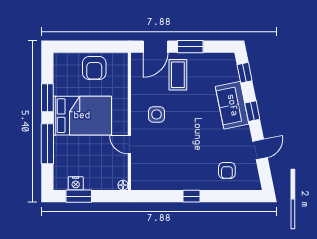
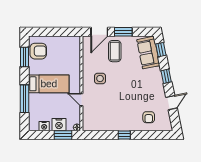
armchair: (94, 68) -> (38, 51), moved, turned -90
window: (47, 98) -> (25, 57), moved
sofa: (232, 105) -> (148, 53), moved
bed: (82, 116) -> (49, 84), width x0.67
nightstand: (97, 181) -> (59, 125), added
window: (79, 196) -> (63, 135), moved

